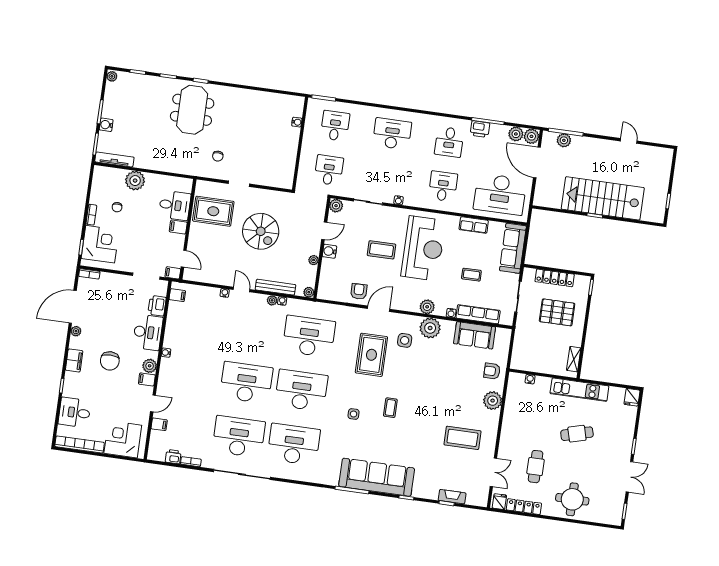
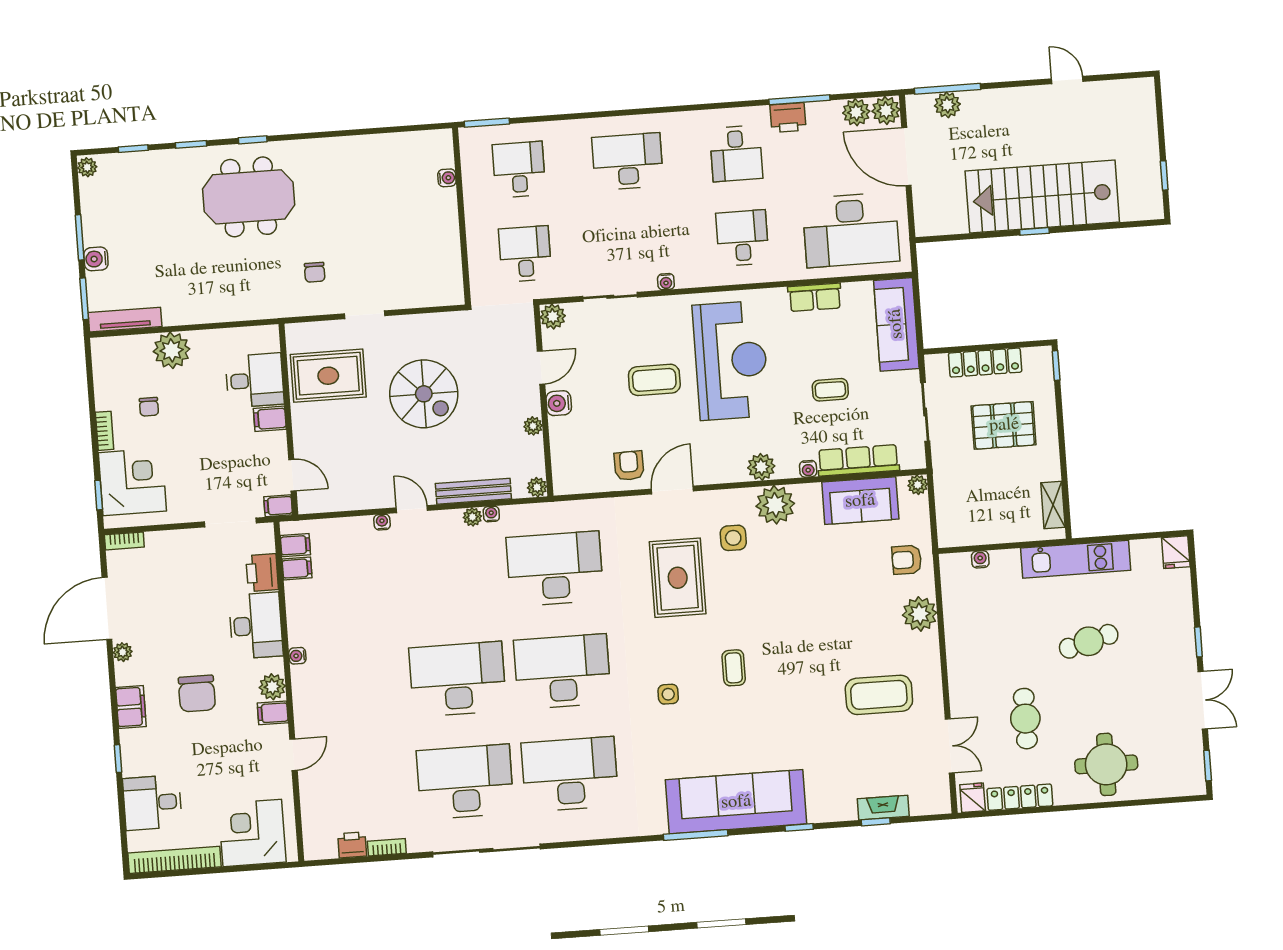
meeting table: (192, 110) -> (249, 197), turned 90
plant: (506, 334) -> (918, 485), added
filing cabinet: (159, 424) -> (297, 568), moved

